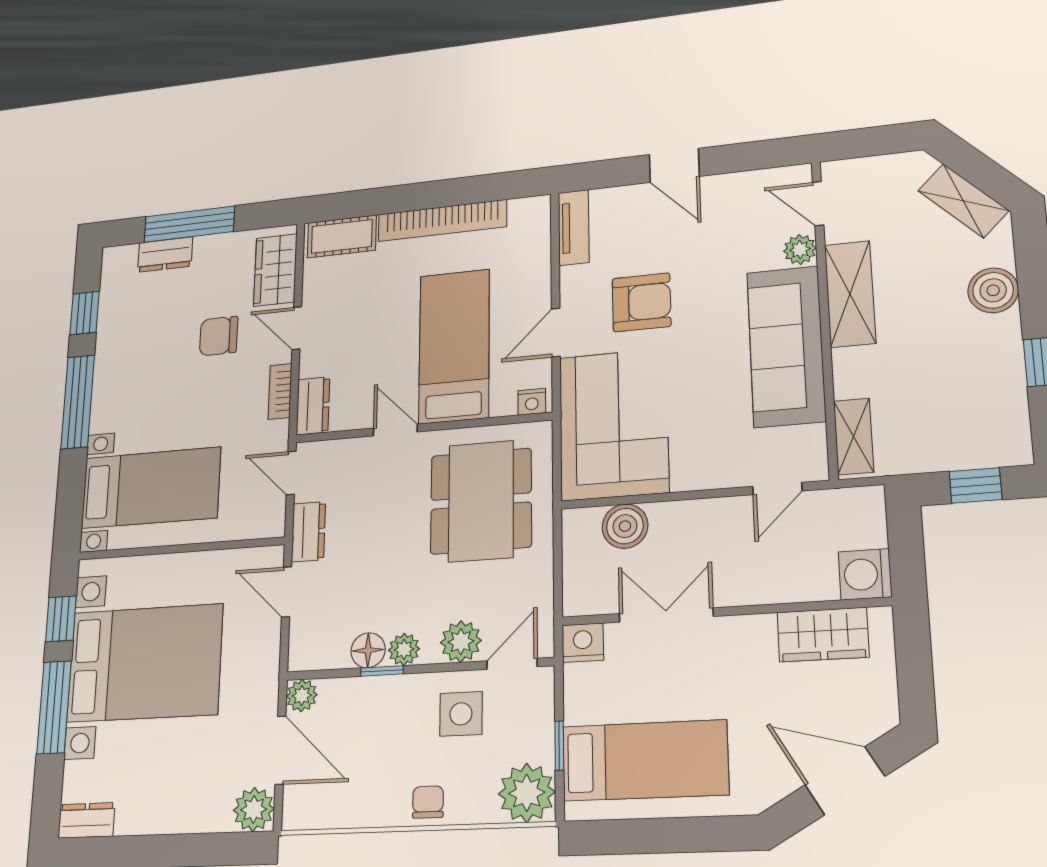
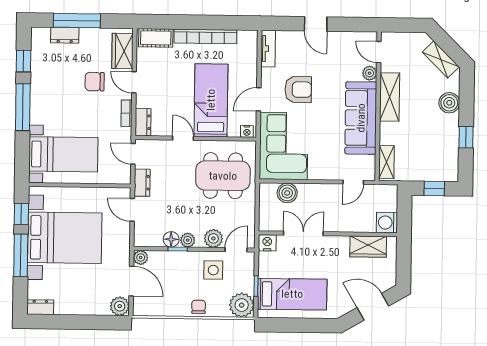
dining table: (481, 501) -> (223, 176), turned 90

